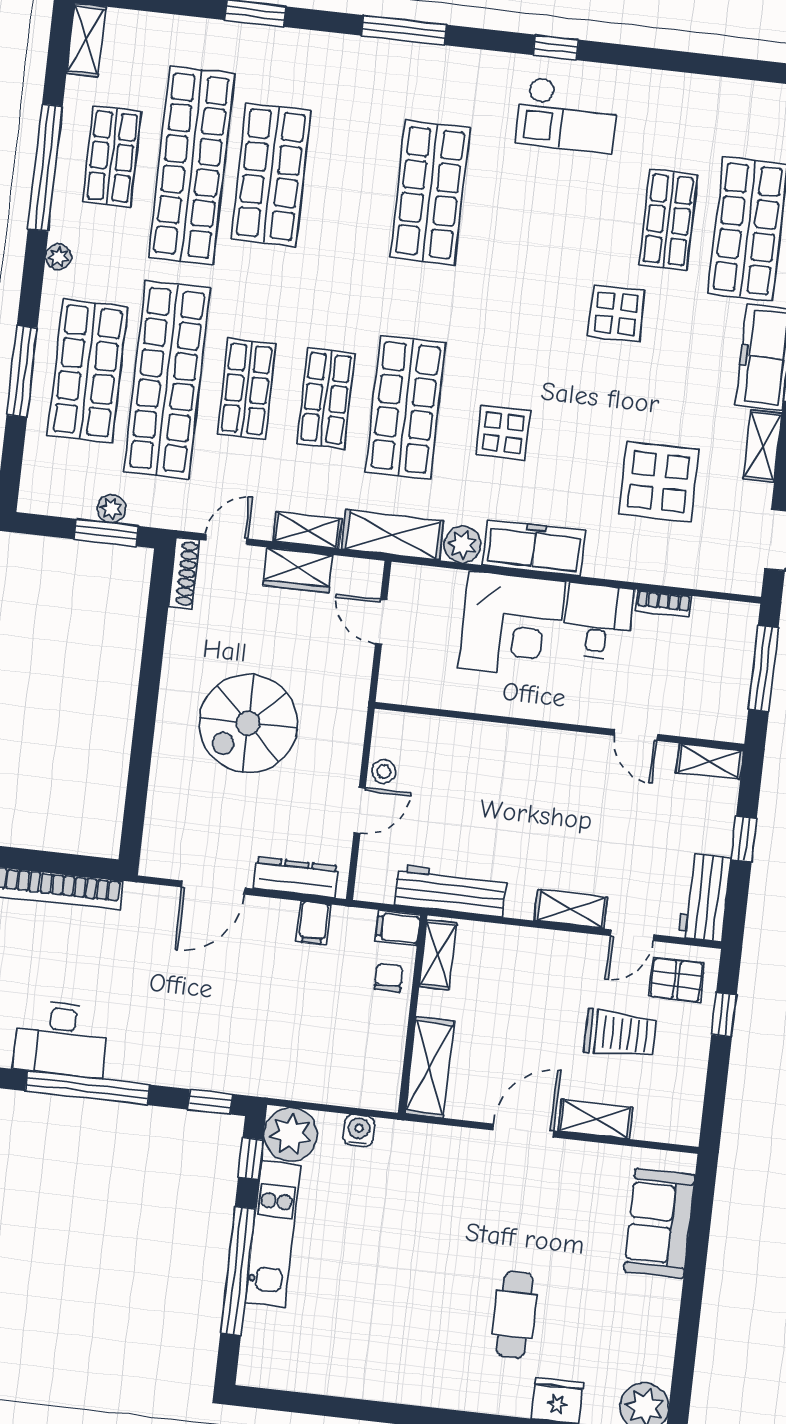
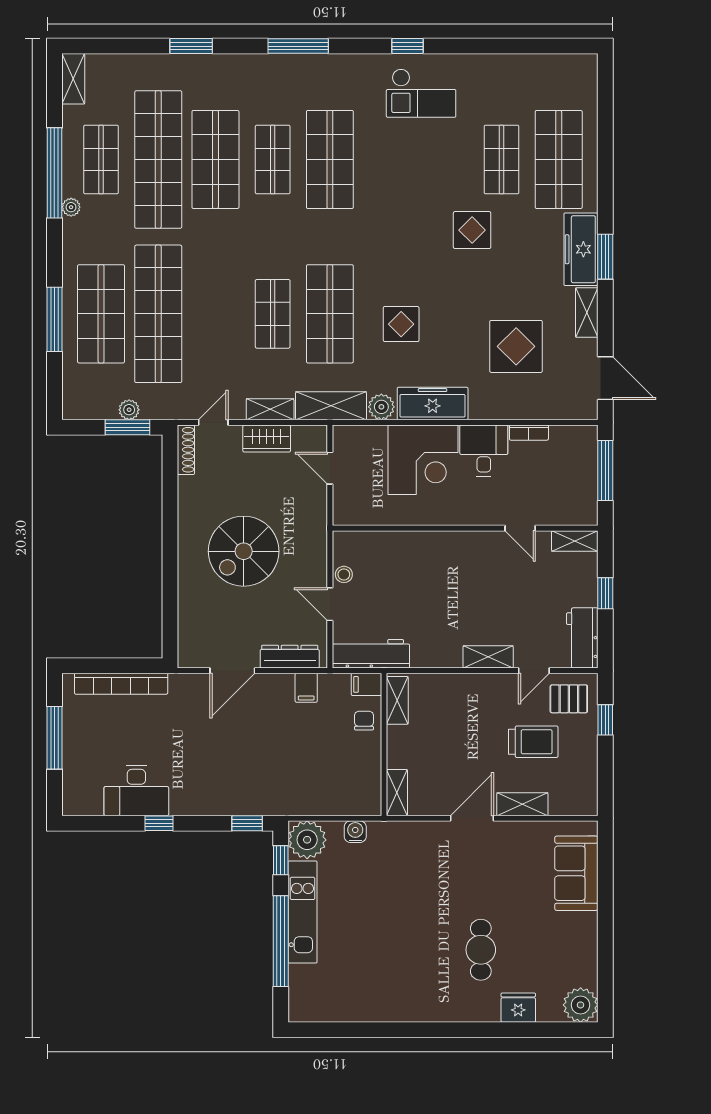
plant: (58, 257) -> (71, 207), moved
shop shelf: (247, 389) -> (273, 159), moved
door: (360, 810) -> (330, 604), swing flipped
workbench: (451, 891) -> (371, 654), moved
shelving: (429, 1067) -> (397, 793), width x0.67, depth x0.75
window: (88, 1088) -> (159, 823), width x0.32

